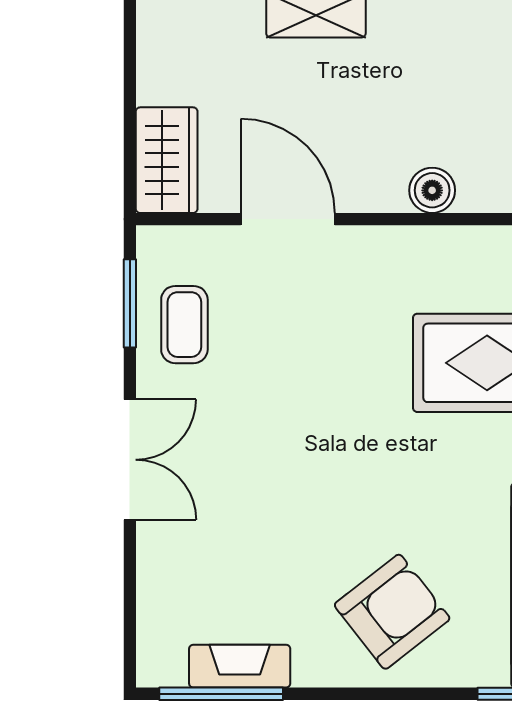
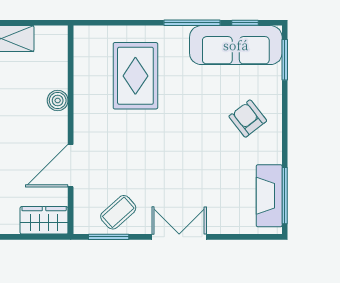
coffee table: (184, 325) -> (118, 212), turned -42
armchair: (392, 612) -> (248, 119), width x0.72, depth x0.72
fireplace: (240, 666) -> (269, 196), width x1.37, depth x1.32

